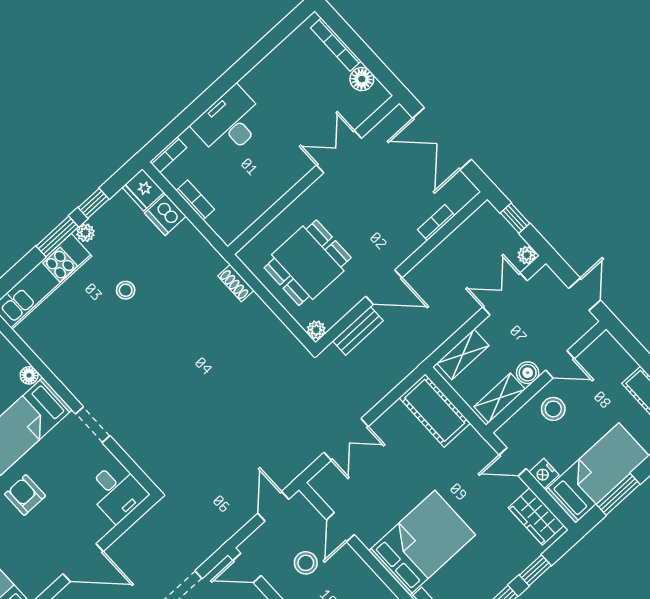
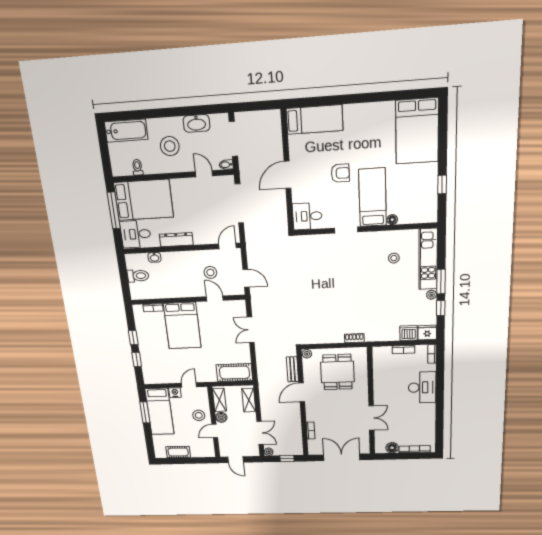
stool: (126, 290) -> (394, 258), moved
wardrobe: (536, 516) -> (159, 377), removed

